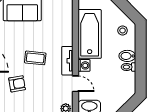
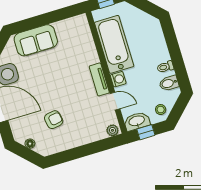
stool: (123, 30) -> (161, 110), moved
bidet: (127, 56) -> (169, 83), moved
coffee table: (35, 58) -> (64, 87), removed

